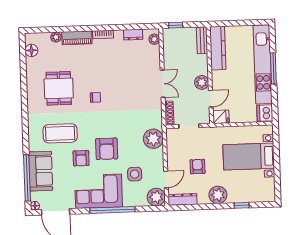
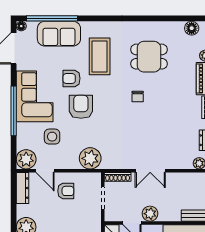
armchair: (107, 149) -> (81, 107), turned 90
armchair: (197, 167) -> (66, 191), moved

